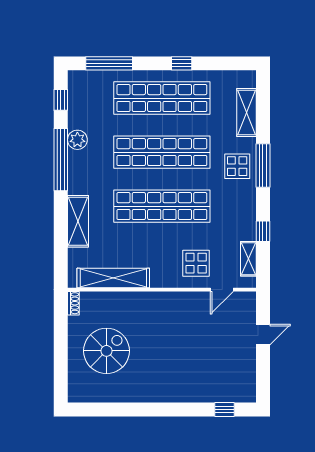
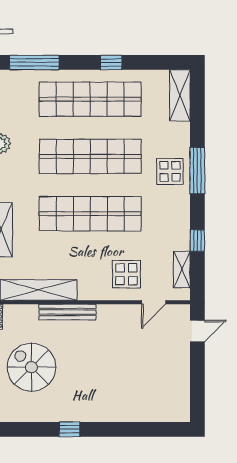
shelving: (246, 112) -> (180, 95), moved
bench: (140, 299) -> (67, 312), added
door: (263, 335) -> (197, 331), moved
spiral stairs: (106, 351) -> (31, 367), turned -90
window: (224, 410) -> (70, 429), moved

